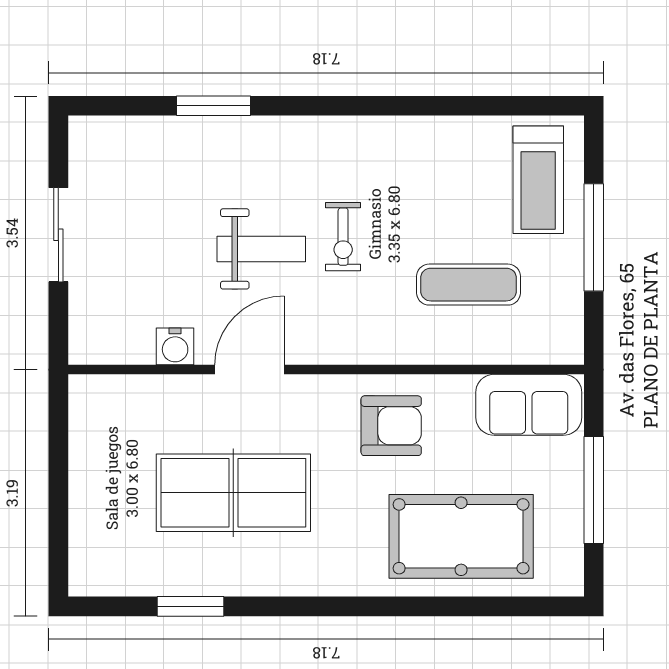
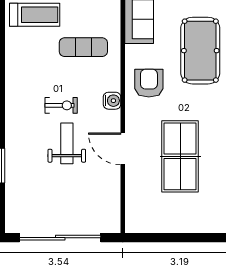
sliding door: (58, 235) -> (60, 238), width x1.86
exercise mat: (469, 285) -> (83, 47), turned 90
water cooler: (175, 346) -> (112, 101), moved

